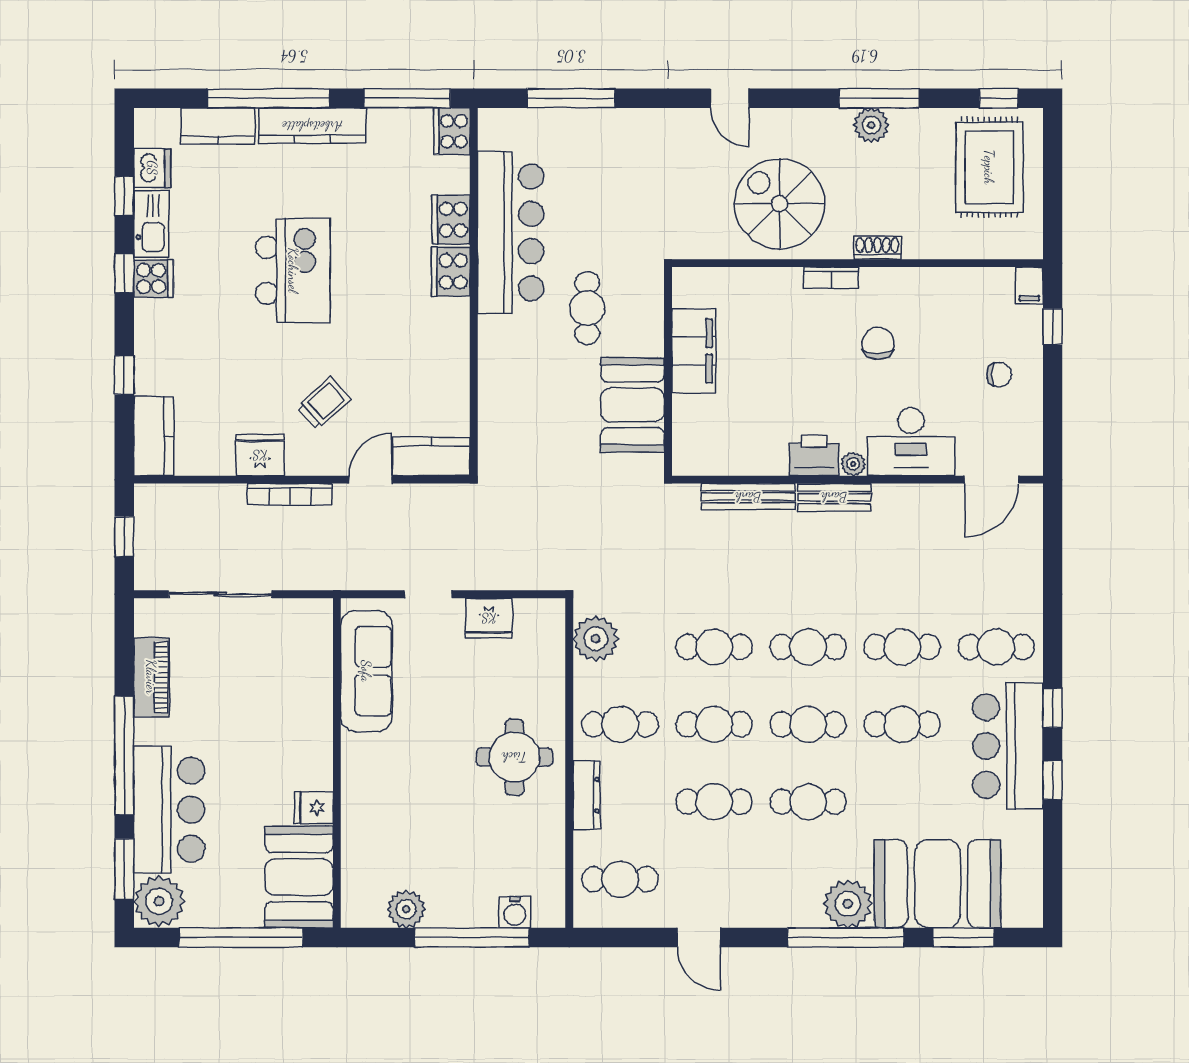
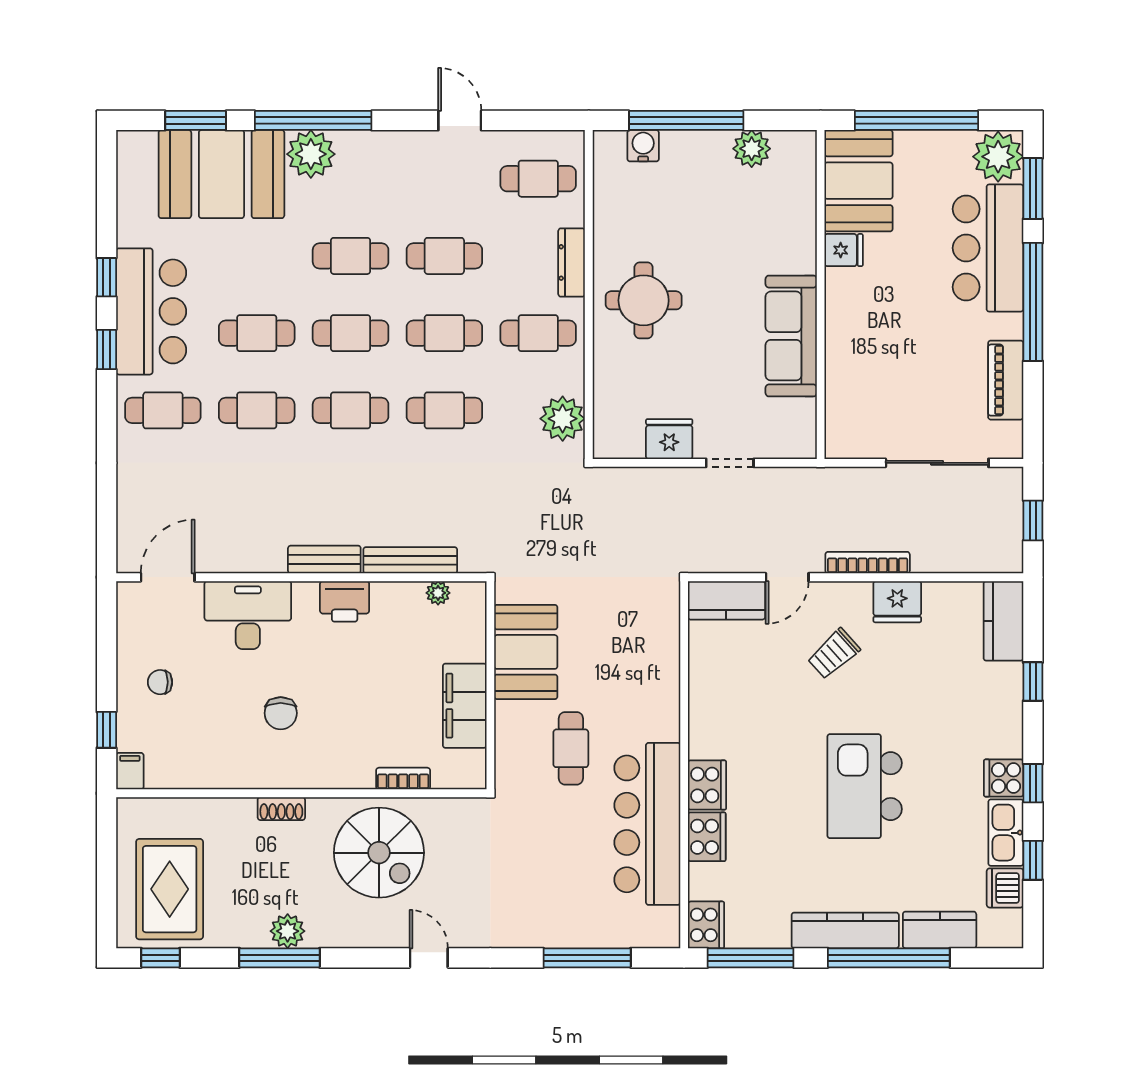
bookcase: (831, 278) -> (403, 779), moved
plant: (853, 464) -> (438, 593), moved
sofa: (366, 671) -> (791, 336), moved

